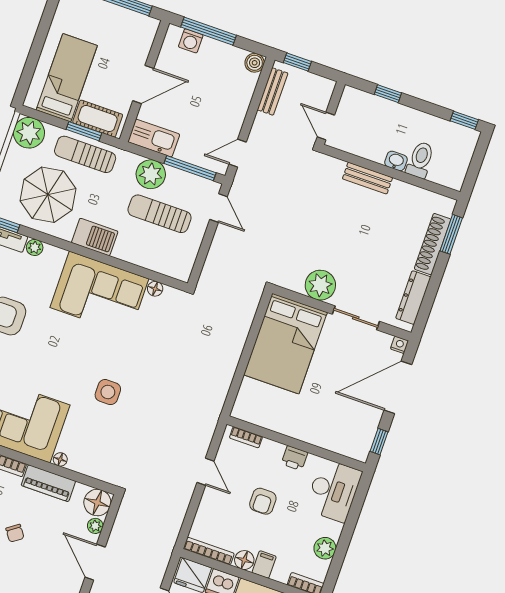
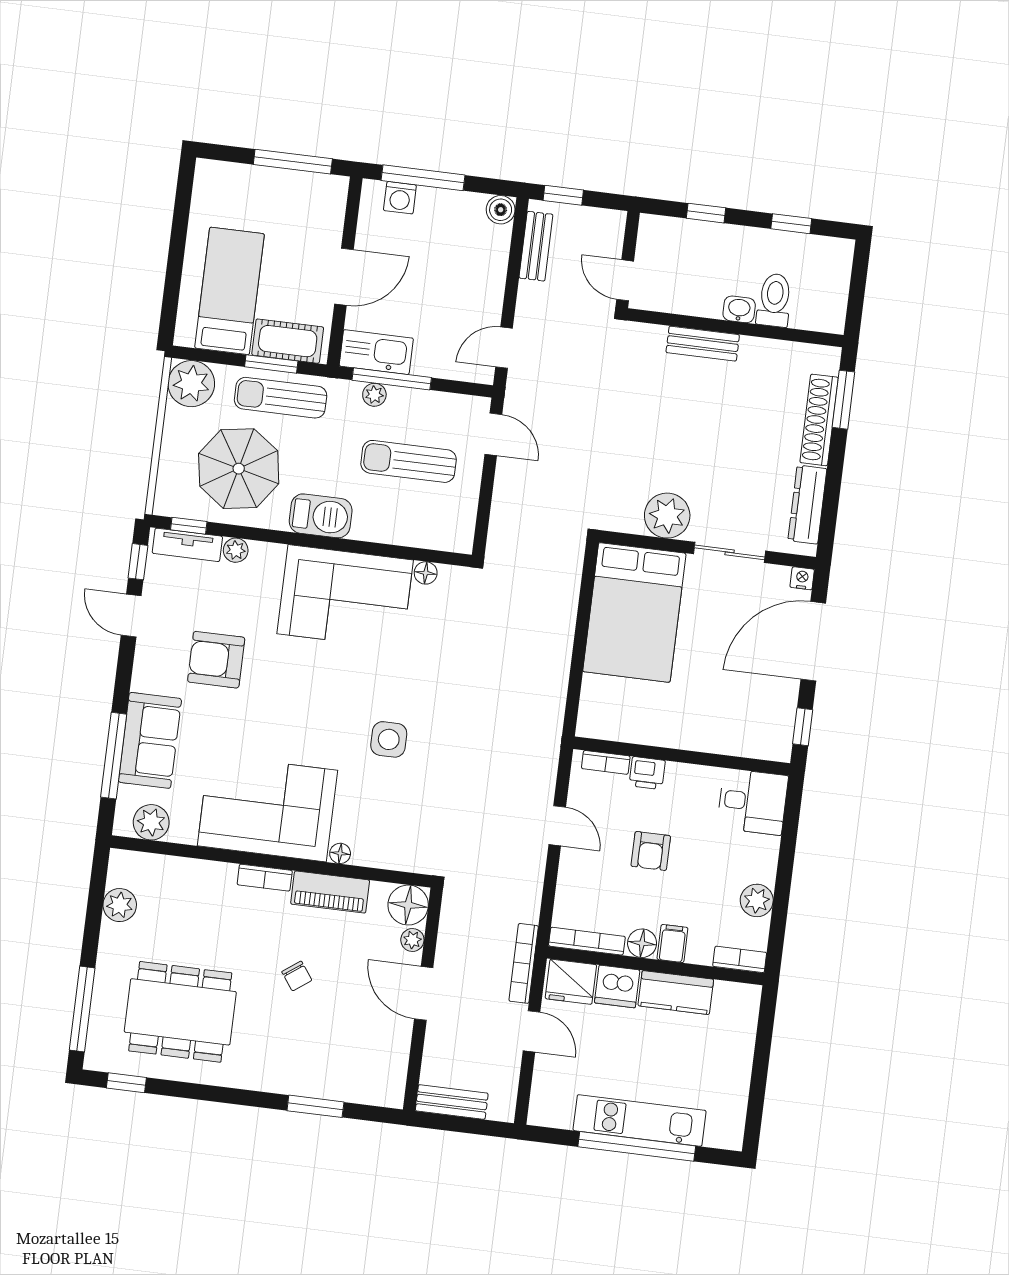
window: (464, 120) -> (791, 224), moved
window: (190, 168) -> (392, 379), moved
plant: (151, 174) -> (374, 395), width x0.53, depth x0.53
printer: (294, 458) -> (647, 773), moved
desk: (334, 490) -> (753, 802), width x0.73
bookcase: (164, 557) -> (524, 963), added

